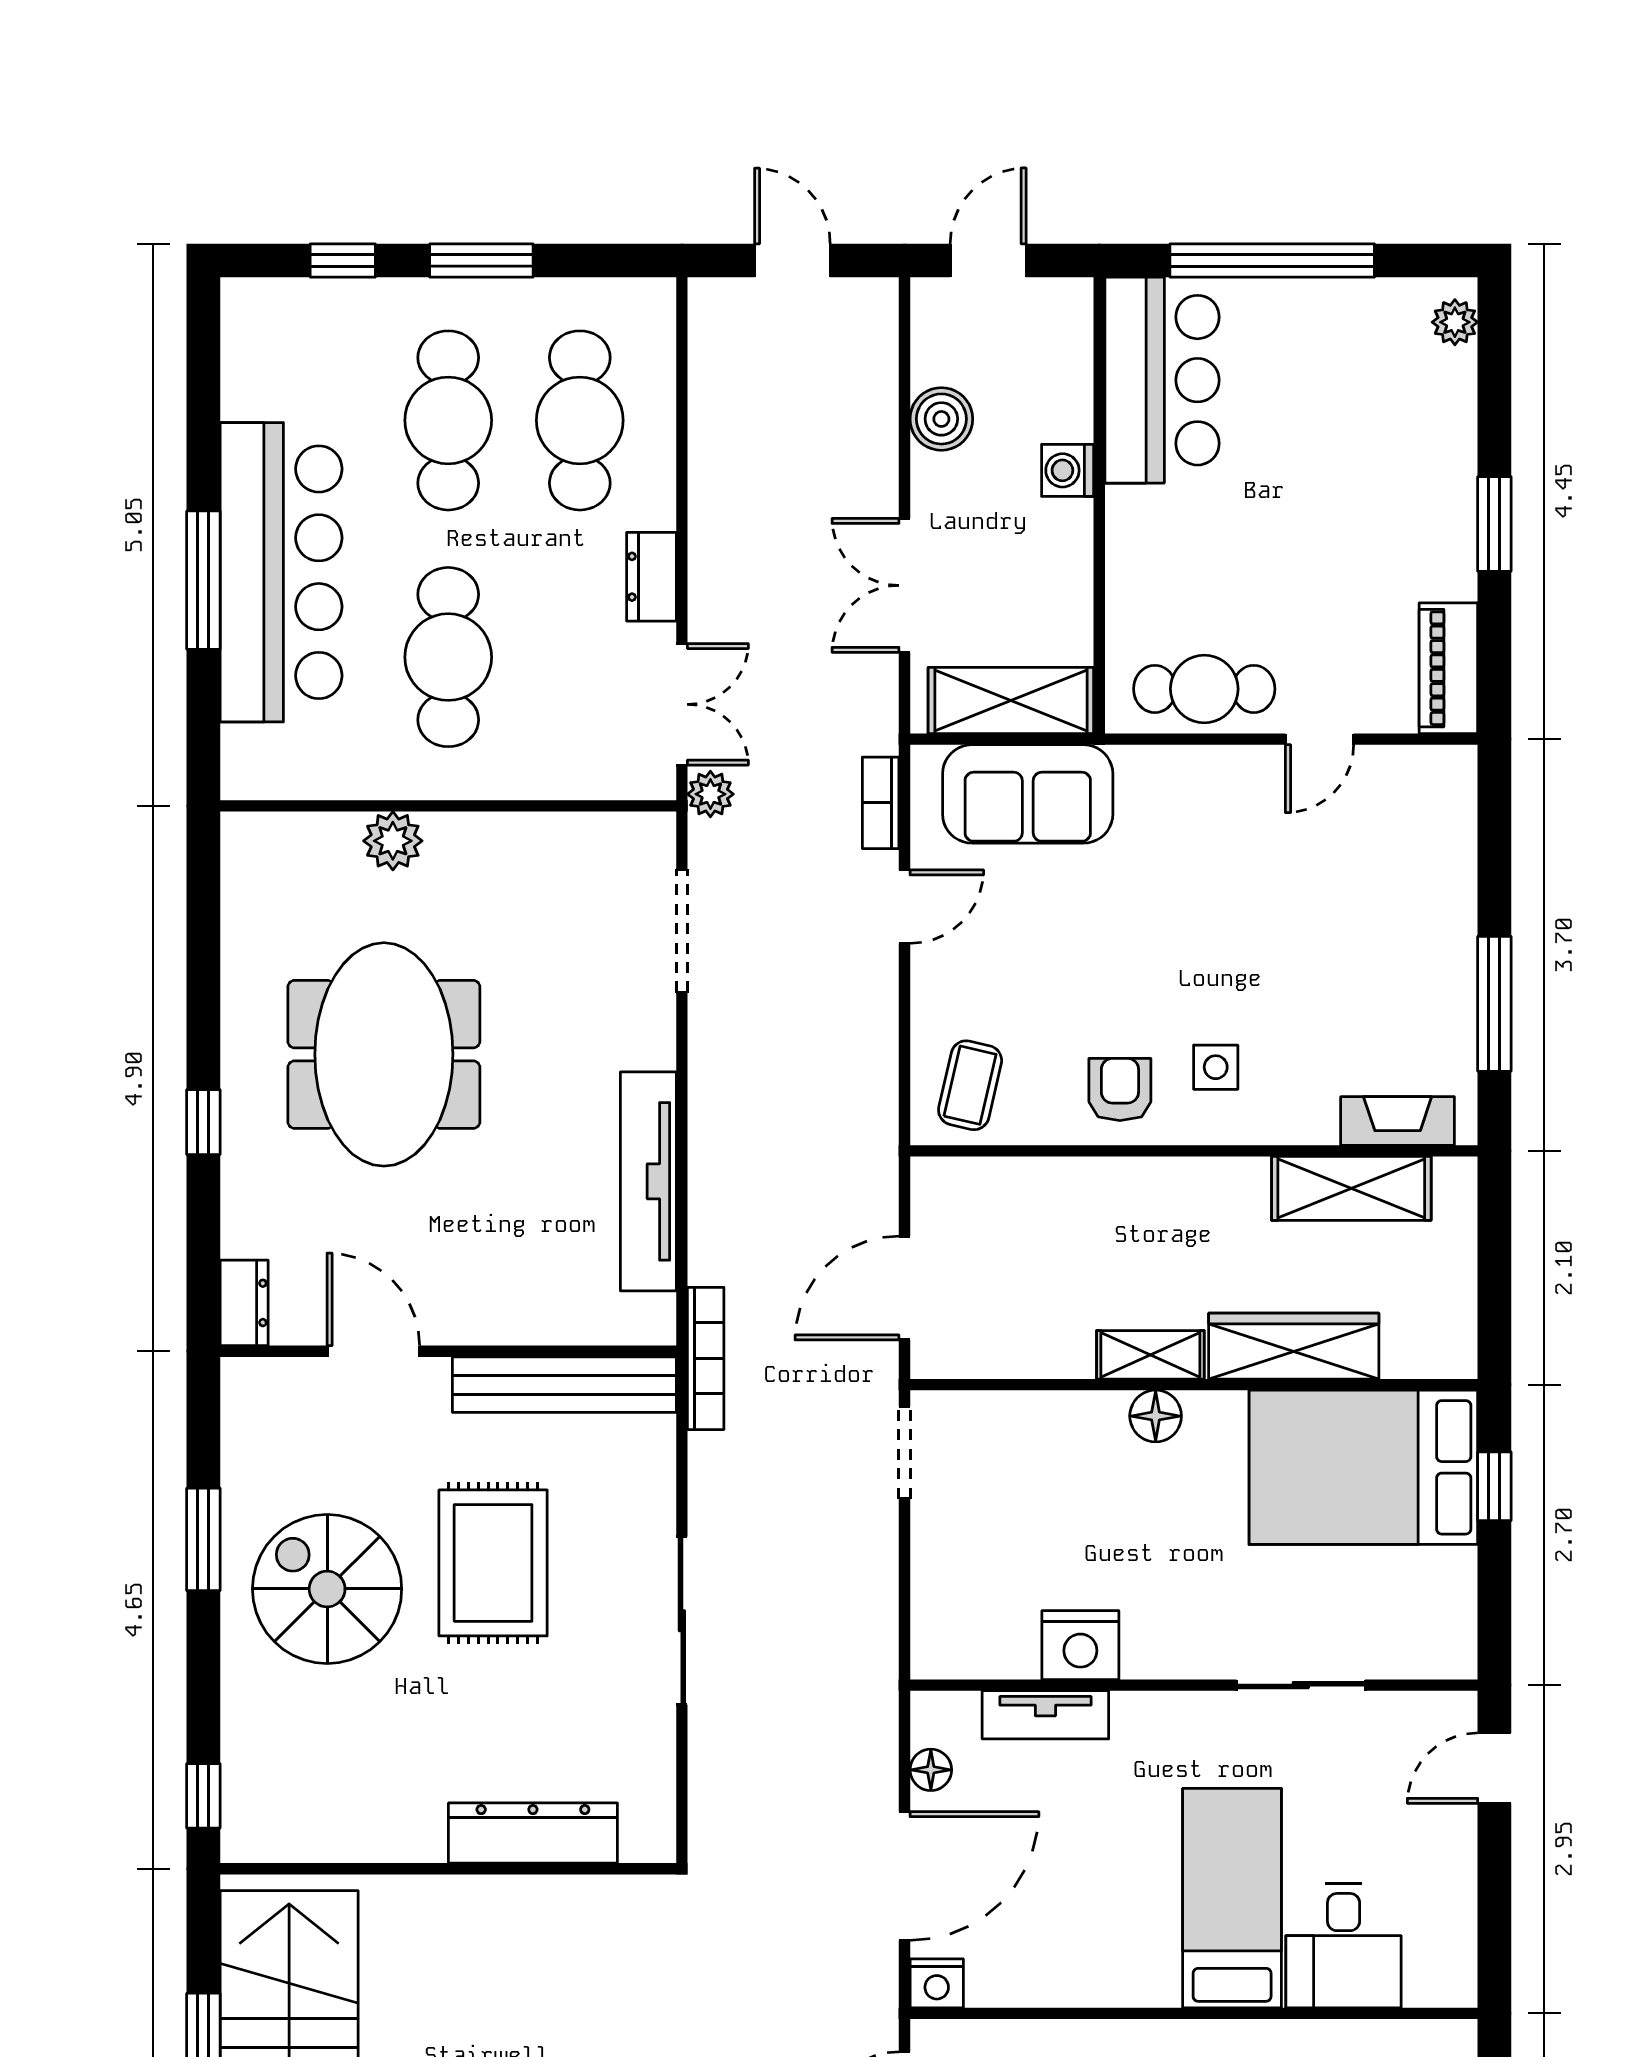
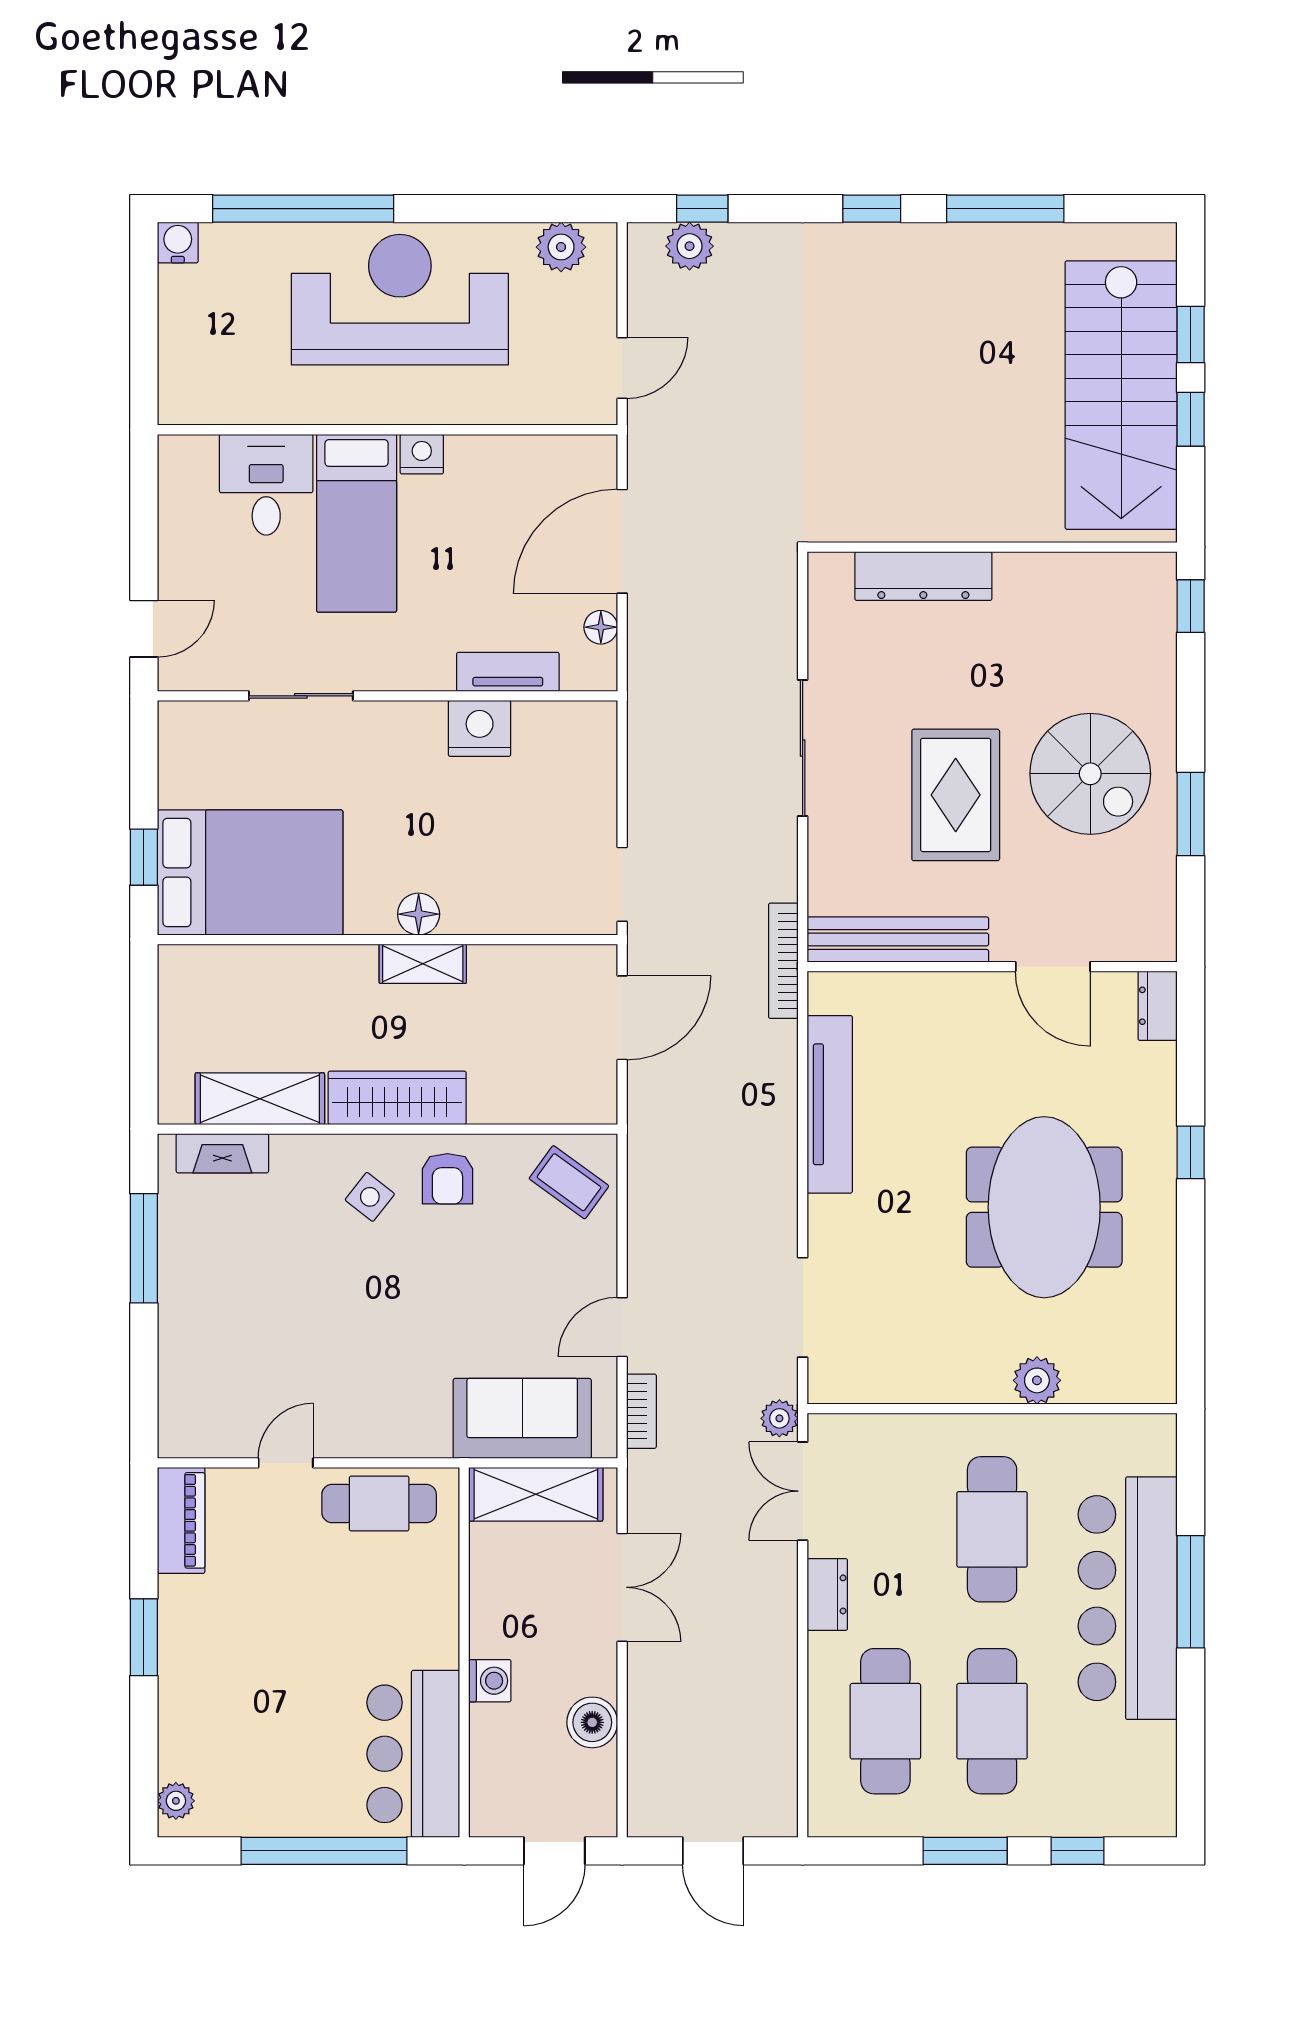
side table: (1216, 1067) -> (370, 1197), turned 38
coffee table: (970, 1085) -> (569, 1182), turned -67
wardrobe: (1294, 1346) -> (397, 1098), moved, turned 180
nightstand: (937, 1983) -> (422, 454), moved

